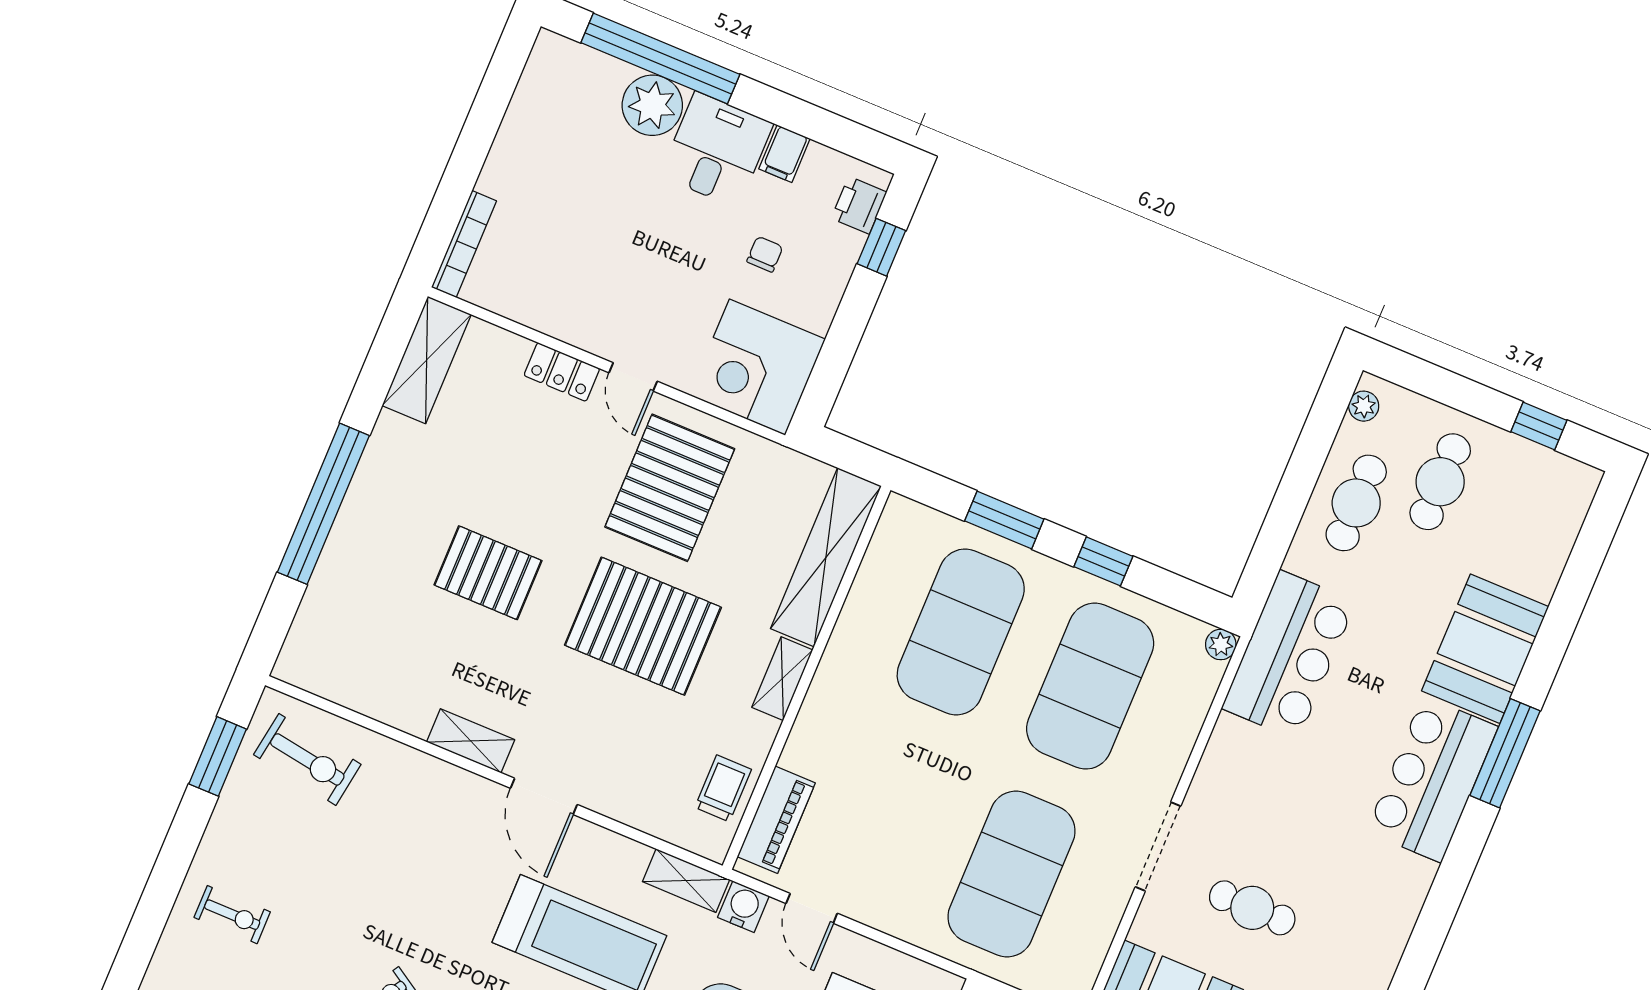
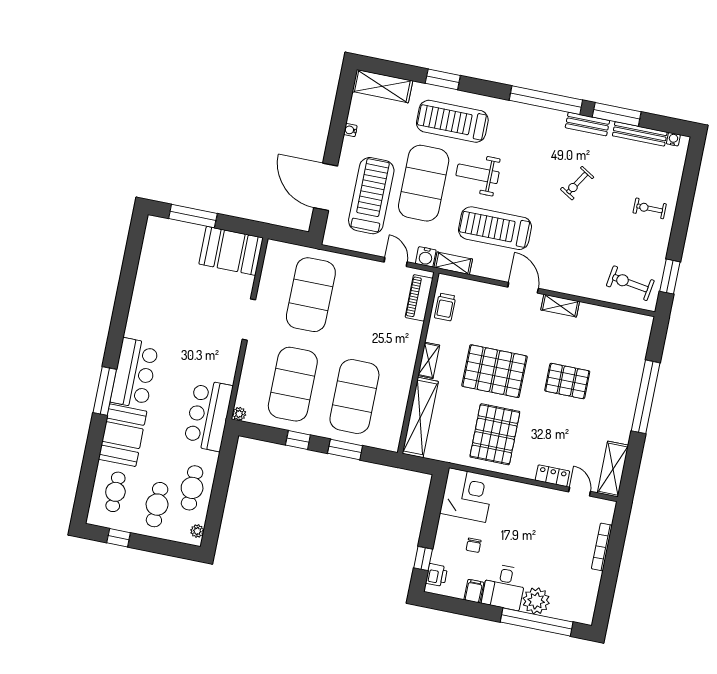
bookcase: (464, 244) -> (602, 547), moved
door: (633, 377) -> (580, 492), moved
cafe table: (1252, 908) -> (115, 492), moved, turned 90

